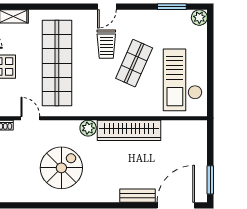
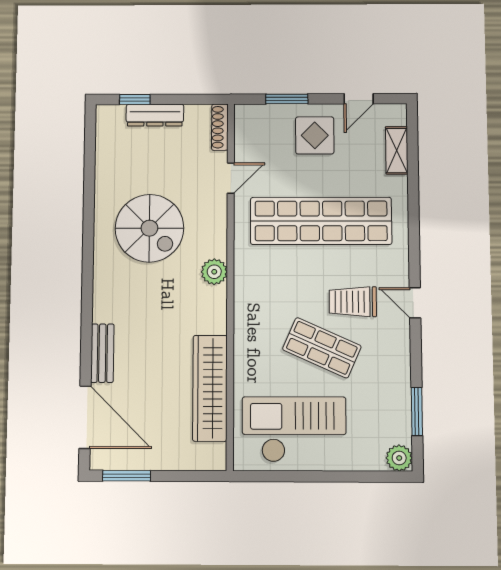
wardrobe: (129, 130) -> (210, 388), moved

